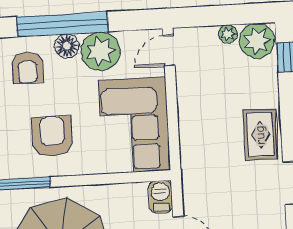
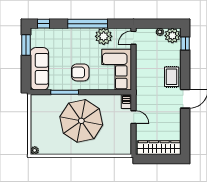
floor lamp: (67, 46) -> (89, 33), removed
armchair: (27, 68) -> (71, 42), removed
armchair: (52, 136) -> (80, 72), turned -90

